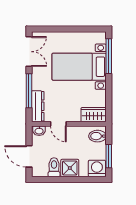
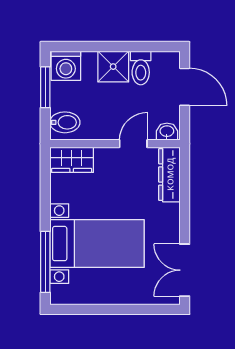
window: (29, 91) -> (185, 202), removed
door: (58, 124) -> (133, 144), hinge flipped

